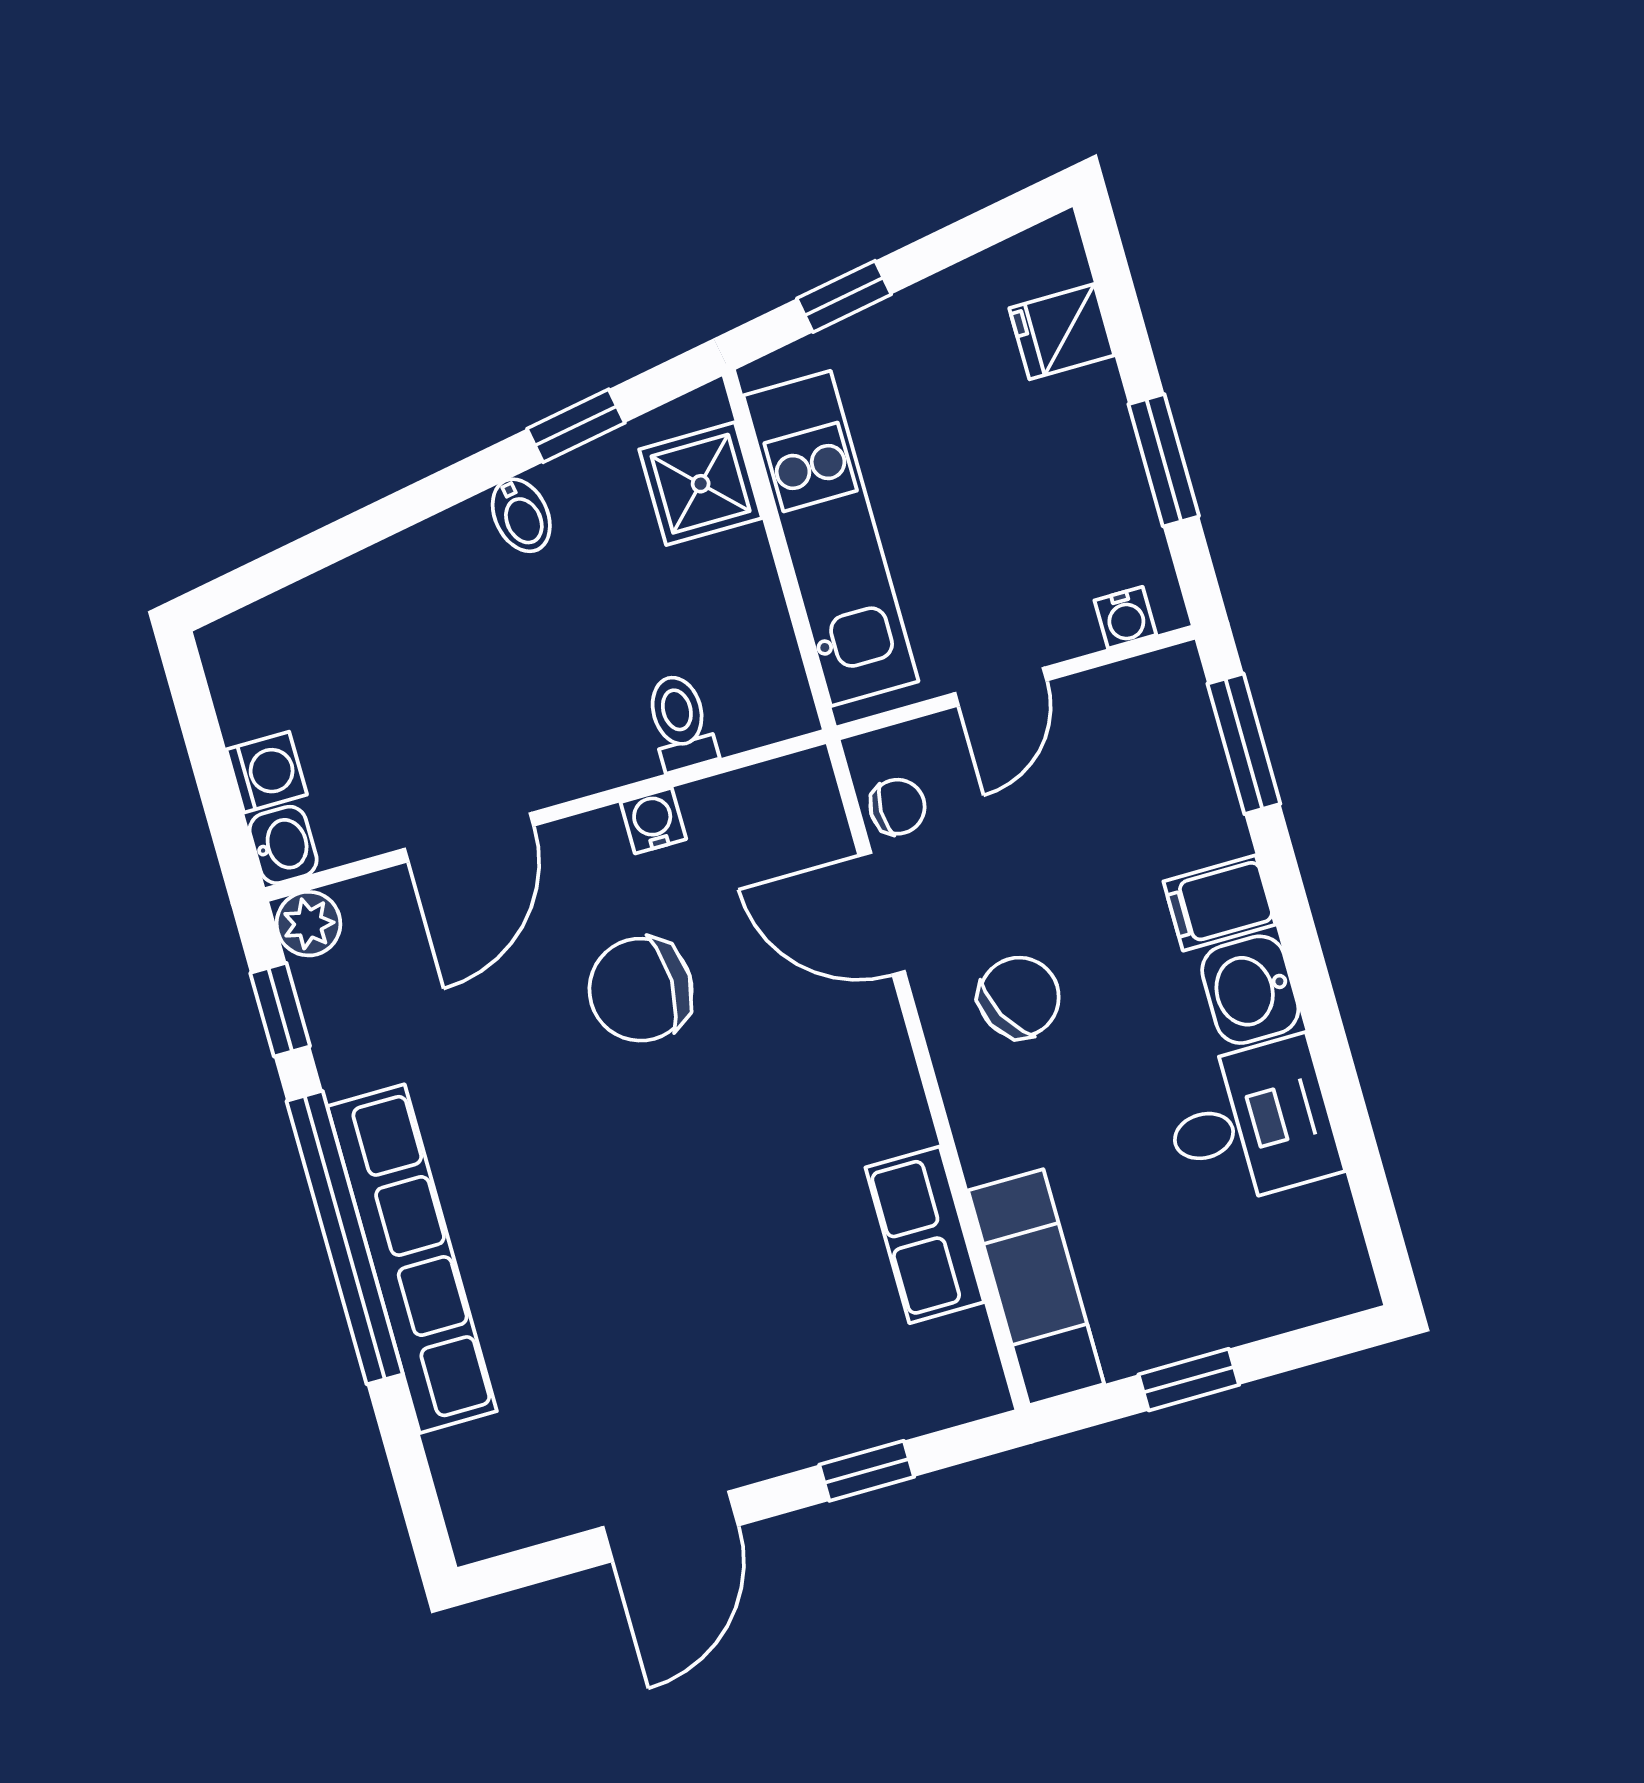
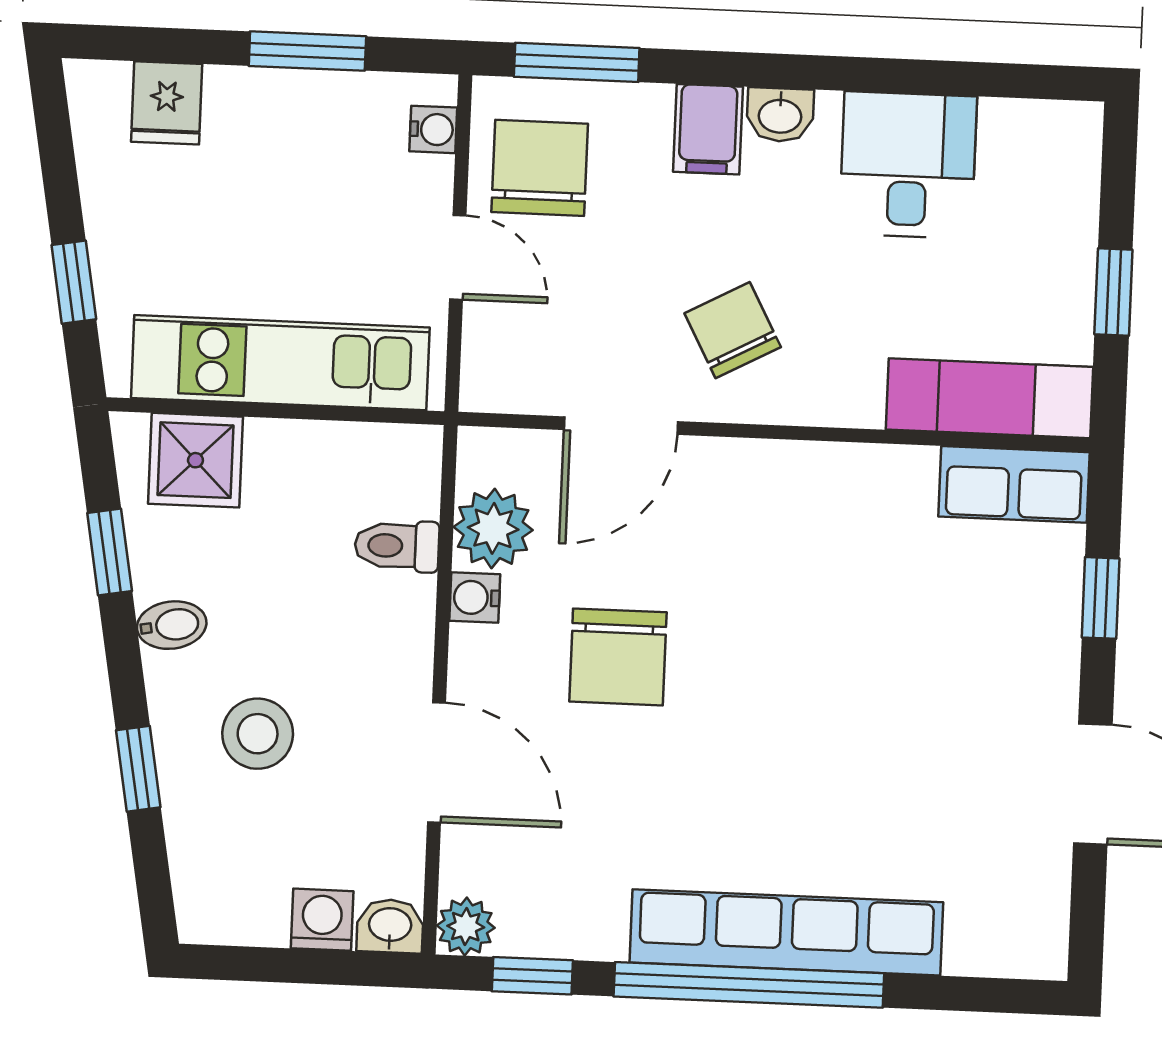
window: (361, 530) -> (138, 769), added
stool: (438, 642) -> (258, 734), added
chair: (897, 807) -> (540, 168), moved, width x1.87, depth x1.87
plant: (731, 816) -> (493, 528), added
washbasin: (1250, 990) -> (780, 115), width x0.72, depth x0.69
row of seats: (925, 1235) -> (1014, 484), moved

